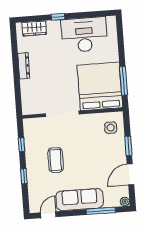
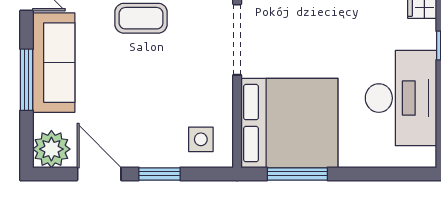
plant: (125, 201) -> (51, 149), width x1.88, depth x1.88
window: (101, 211) -> (27, 80), moved

